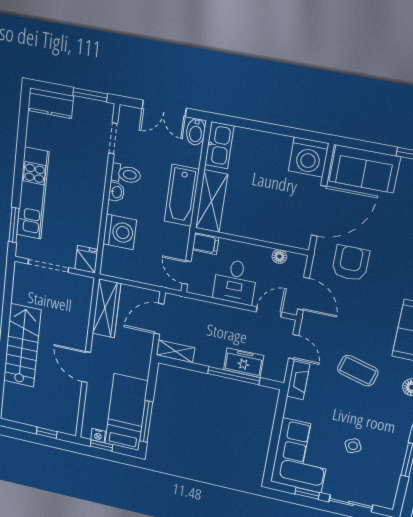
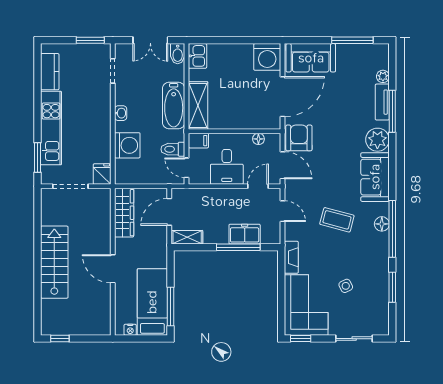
kitchen counter: (51, 103) -> (50, 72), moved, turned -90
kitchen sink: (219, 145) -> (197, 56), width x0.73
toilet: (126, 174) -> (173, 149), moved, turned 180
armchair: (351, 263) -> (299, 138), moved
fireplace: (298, 380) -> (291, 257), moved
window: (47, 433) -> (60, 339), moved
window: (101, 445) -> (134, 339), removed
window: (307, 493) -> (301, 339), moved

